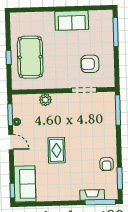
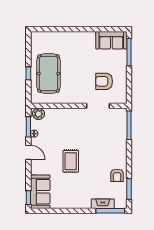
sofa: (72, 20) -> (111, 40), moved
plant: (45, 100) -> (39, 114), moved

